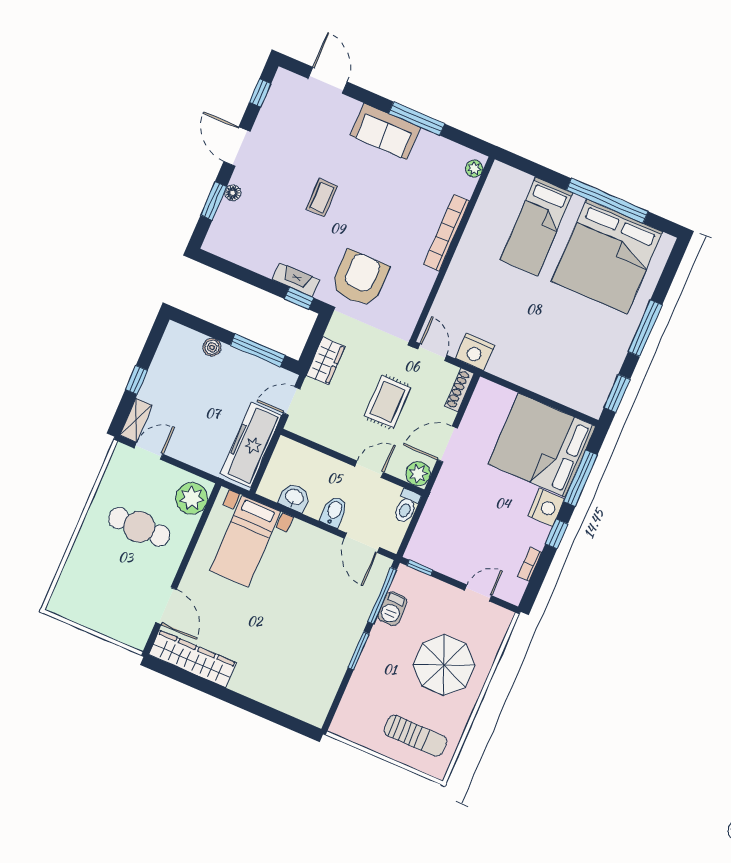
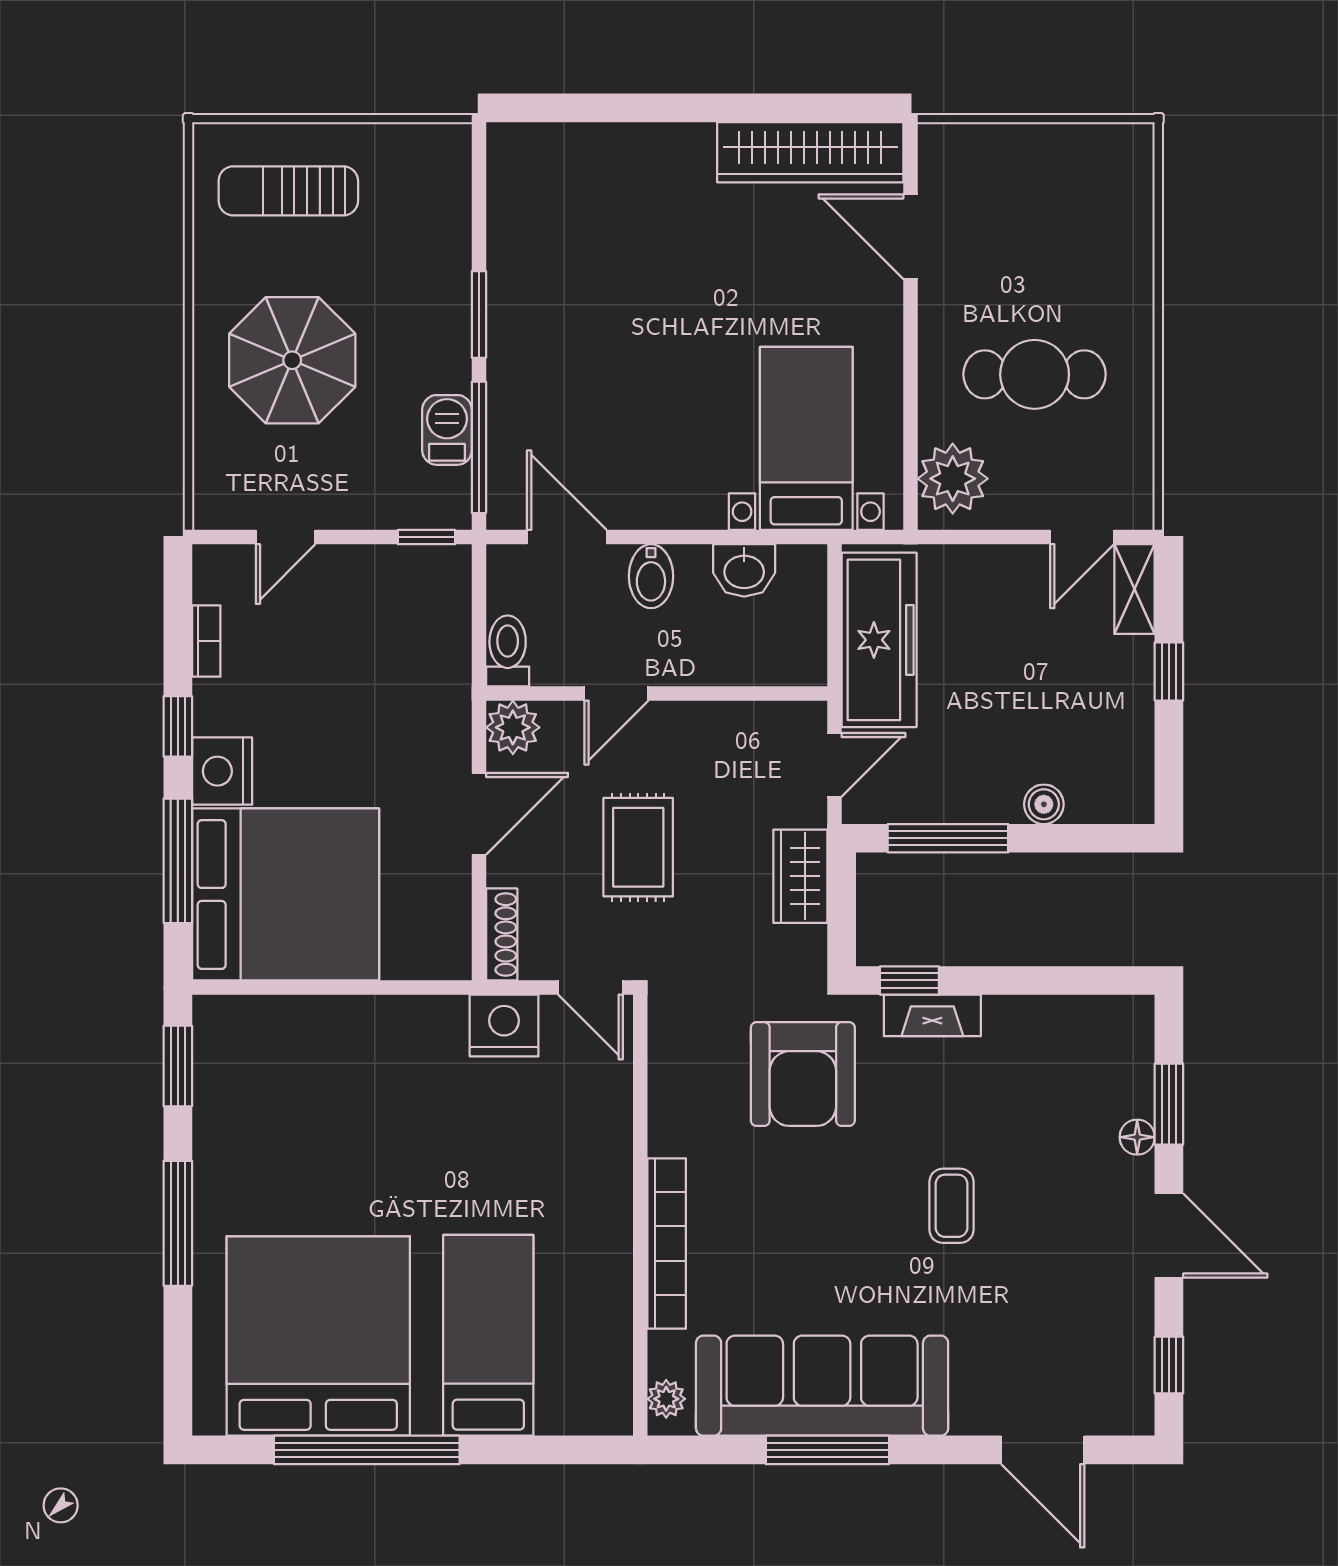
sofa: (385, 131) -> (822, 1386), width x1.85, depth x1.27

